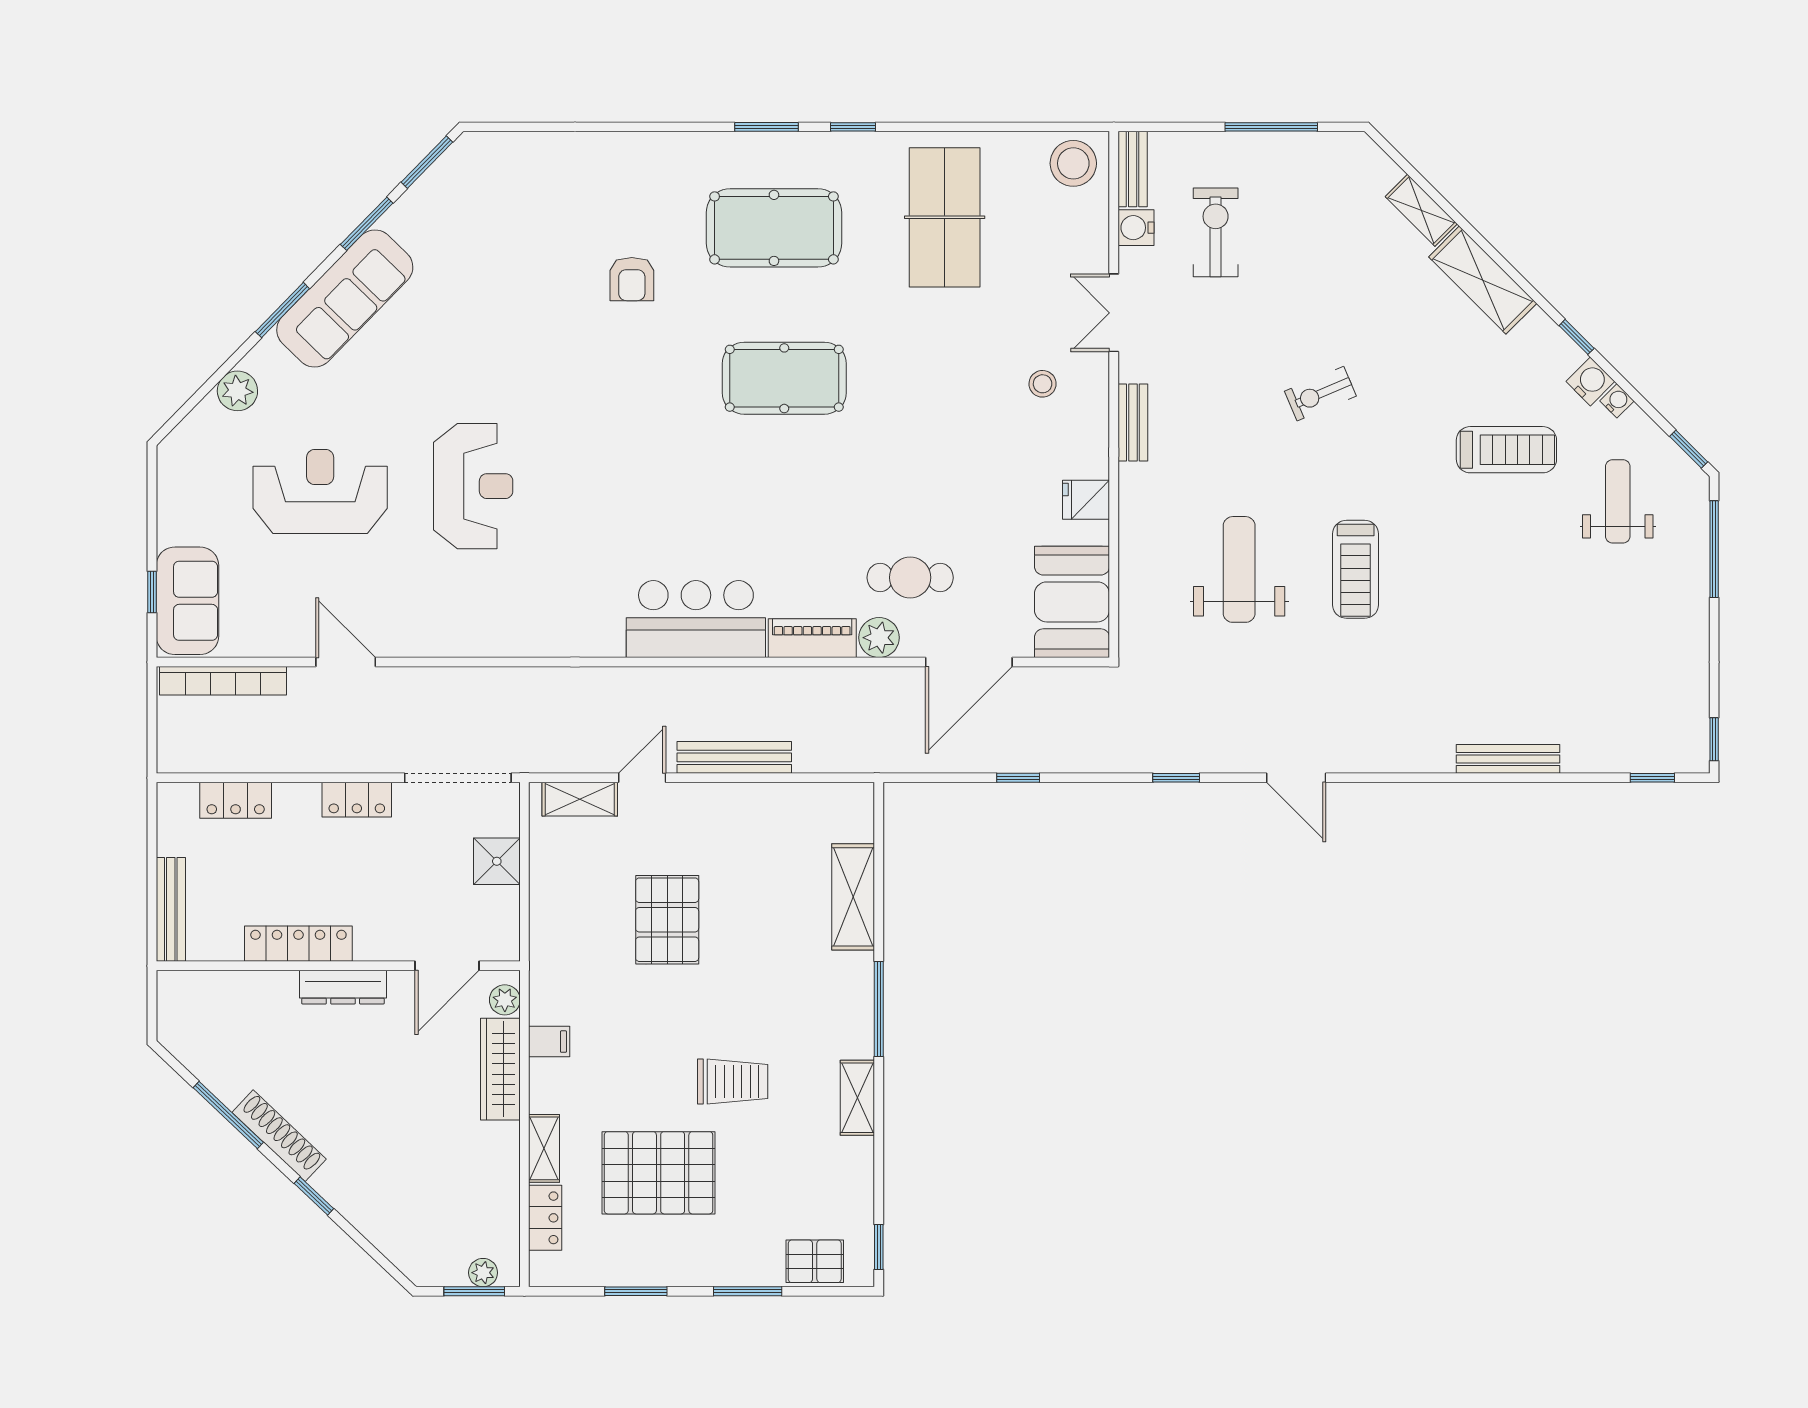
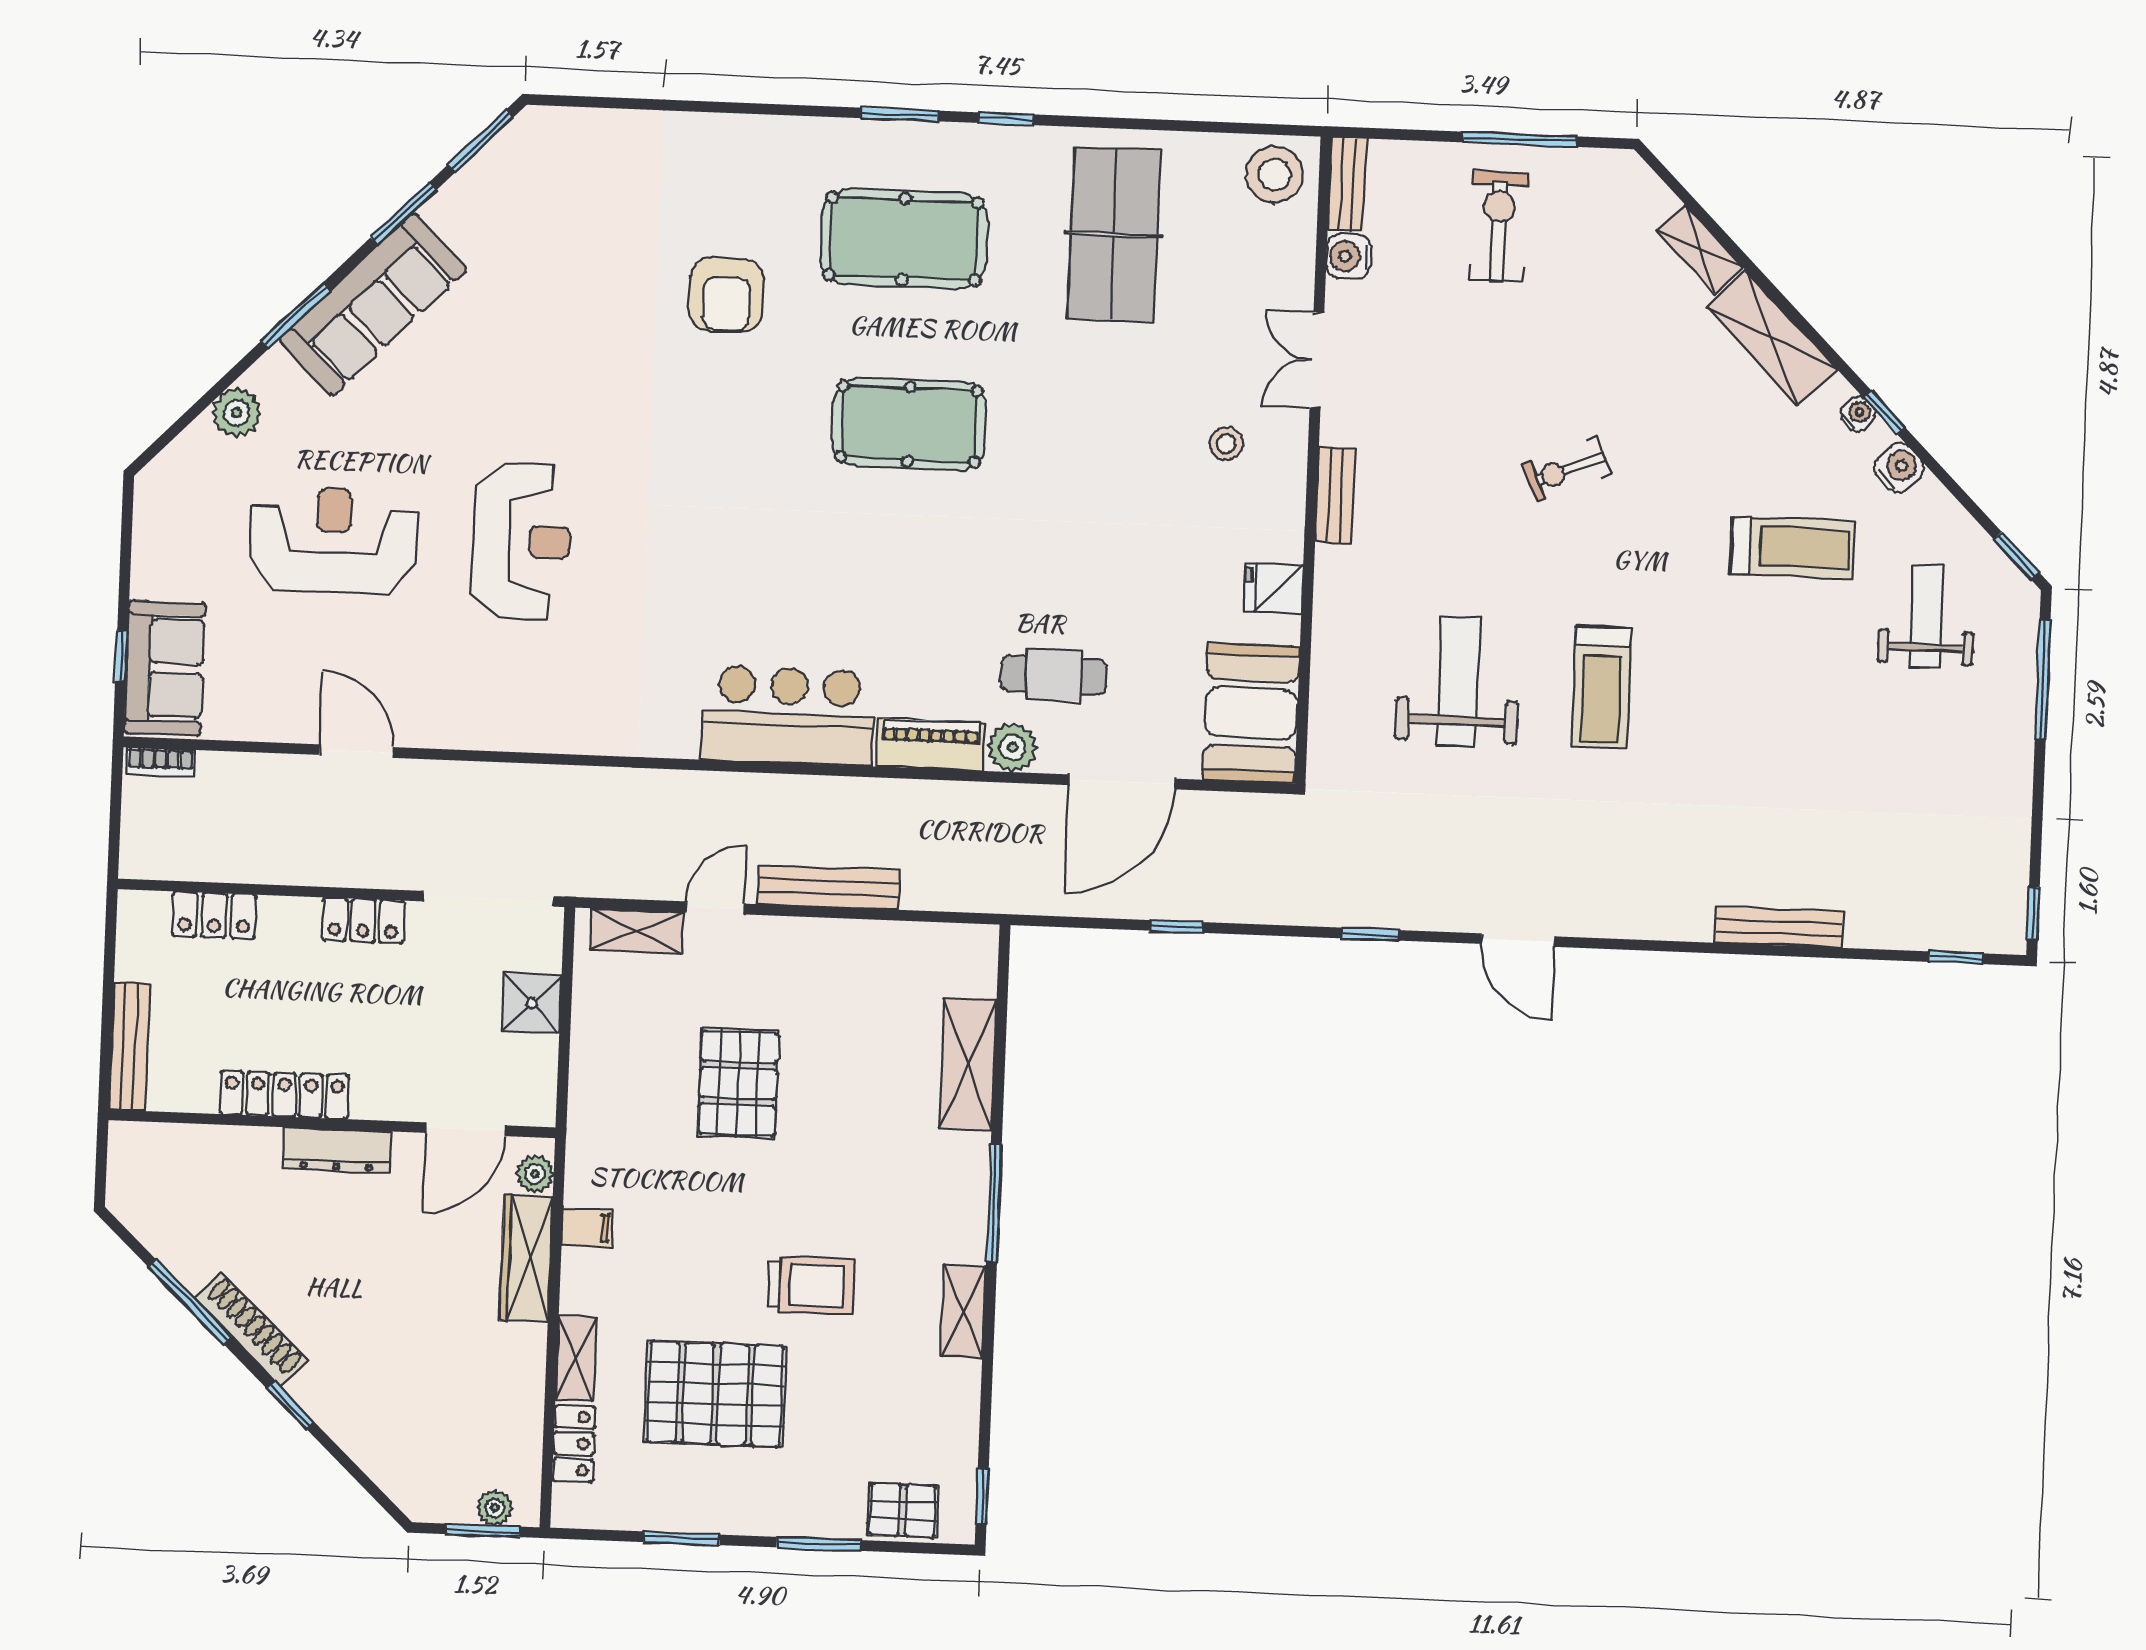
exercise bike: (1216, 232) -> (1499, 226), moved
armchair: (632, 279) -> (727, 295), width x1.38, depth x1.38
water cooler: (1617, 401) -> (1858, 414), moved
bookcase: (223, 681) -> (161, 762), width x0.43, depth x0.76

